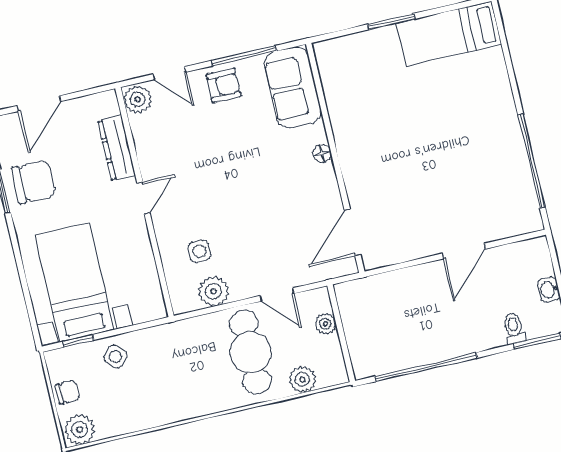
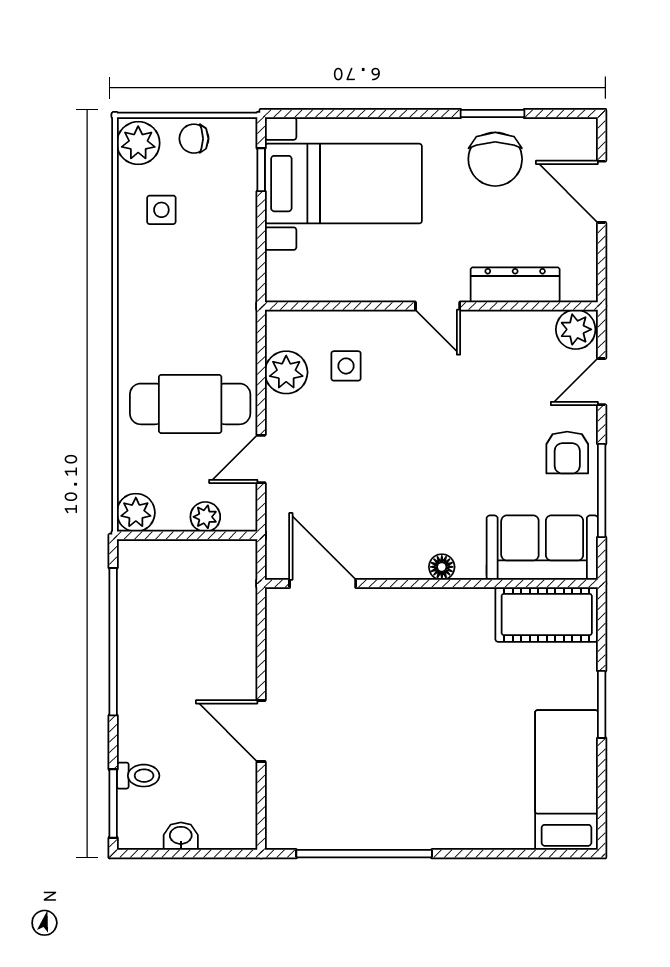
cot: (338, 74) -> (547, 614), added
side table: (115, 356) -> (161, 210), moved, turned 45
plant: (303, 379) -> (136, 513), moved
chair: (68, 392) -> (194, 139), turned 90

